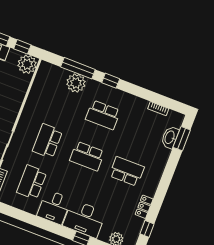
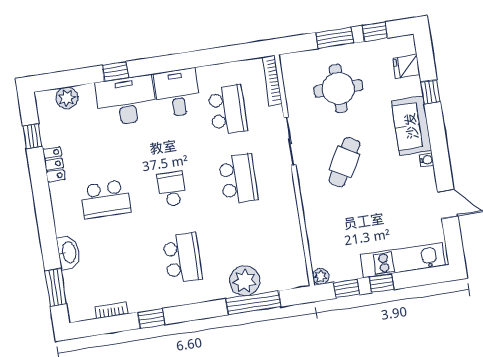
plant: (27, 64) -> (321, 276), width x0.53, depth x0.53
window: (111, 81) -> (151, 318), moved
school desk: (103, 115) -> (182, 258), turned 90
washbasin: (170, 137) -> (69, 252), moved
school desk: (87, 156) -> (172, 189), width x0.54

